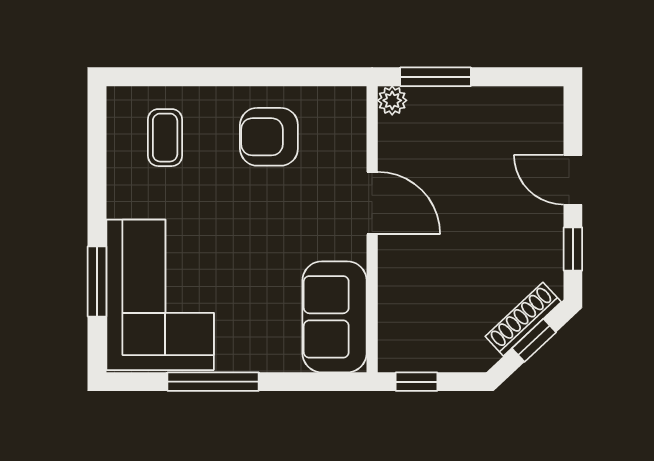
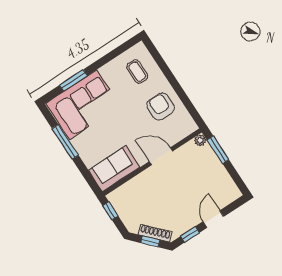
coffee table: (165, 138) -> (137, 72), turned 90
door: (372, 203) -> (161, 156), swing flipped

